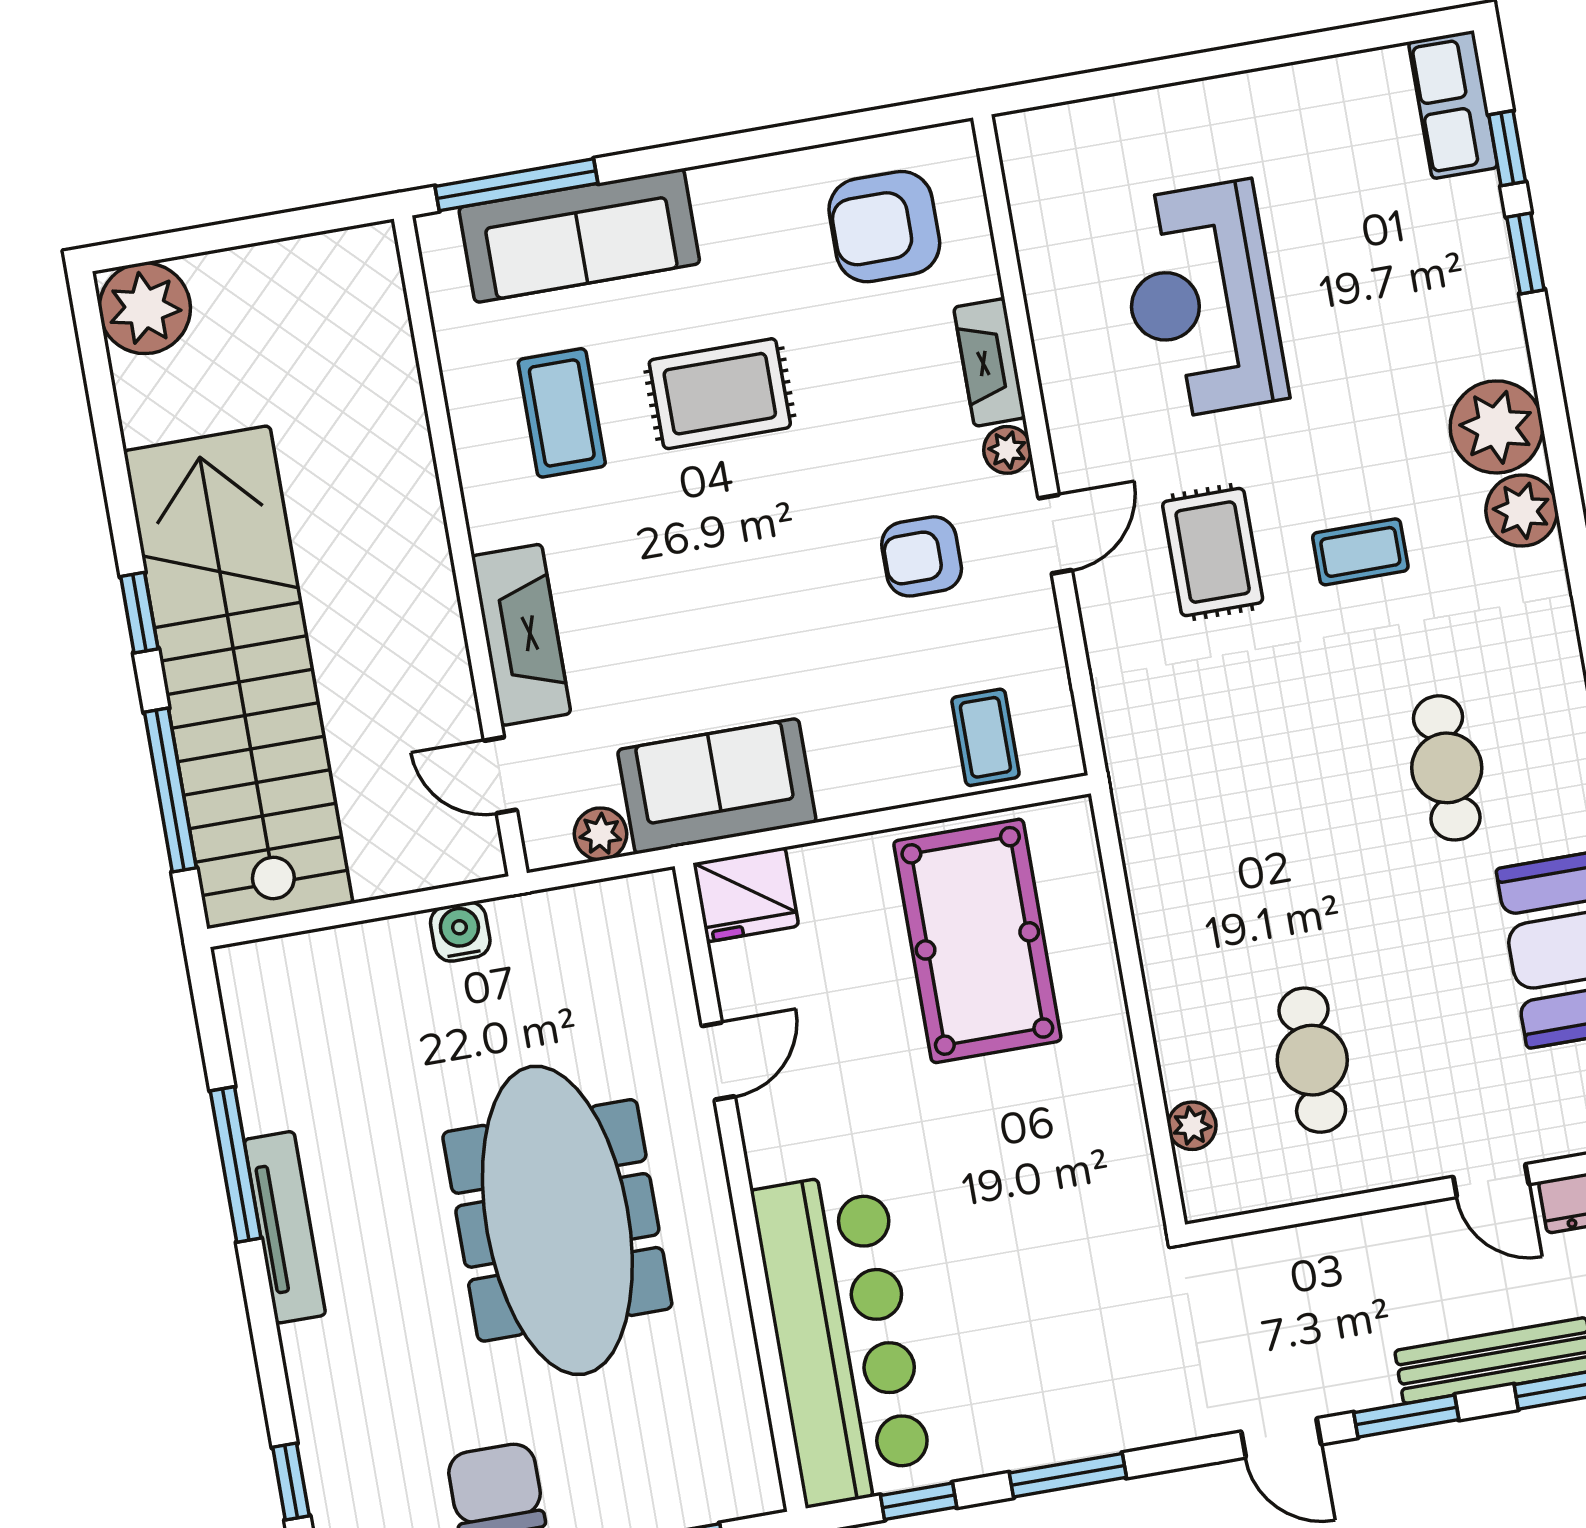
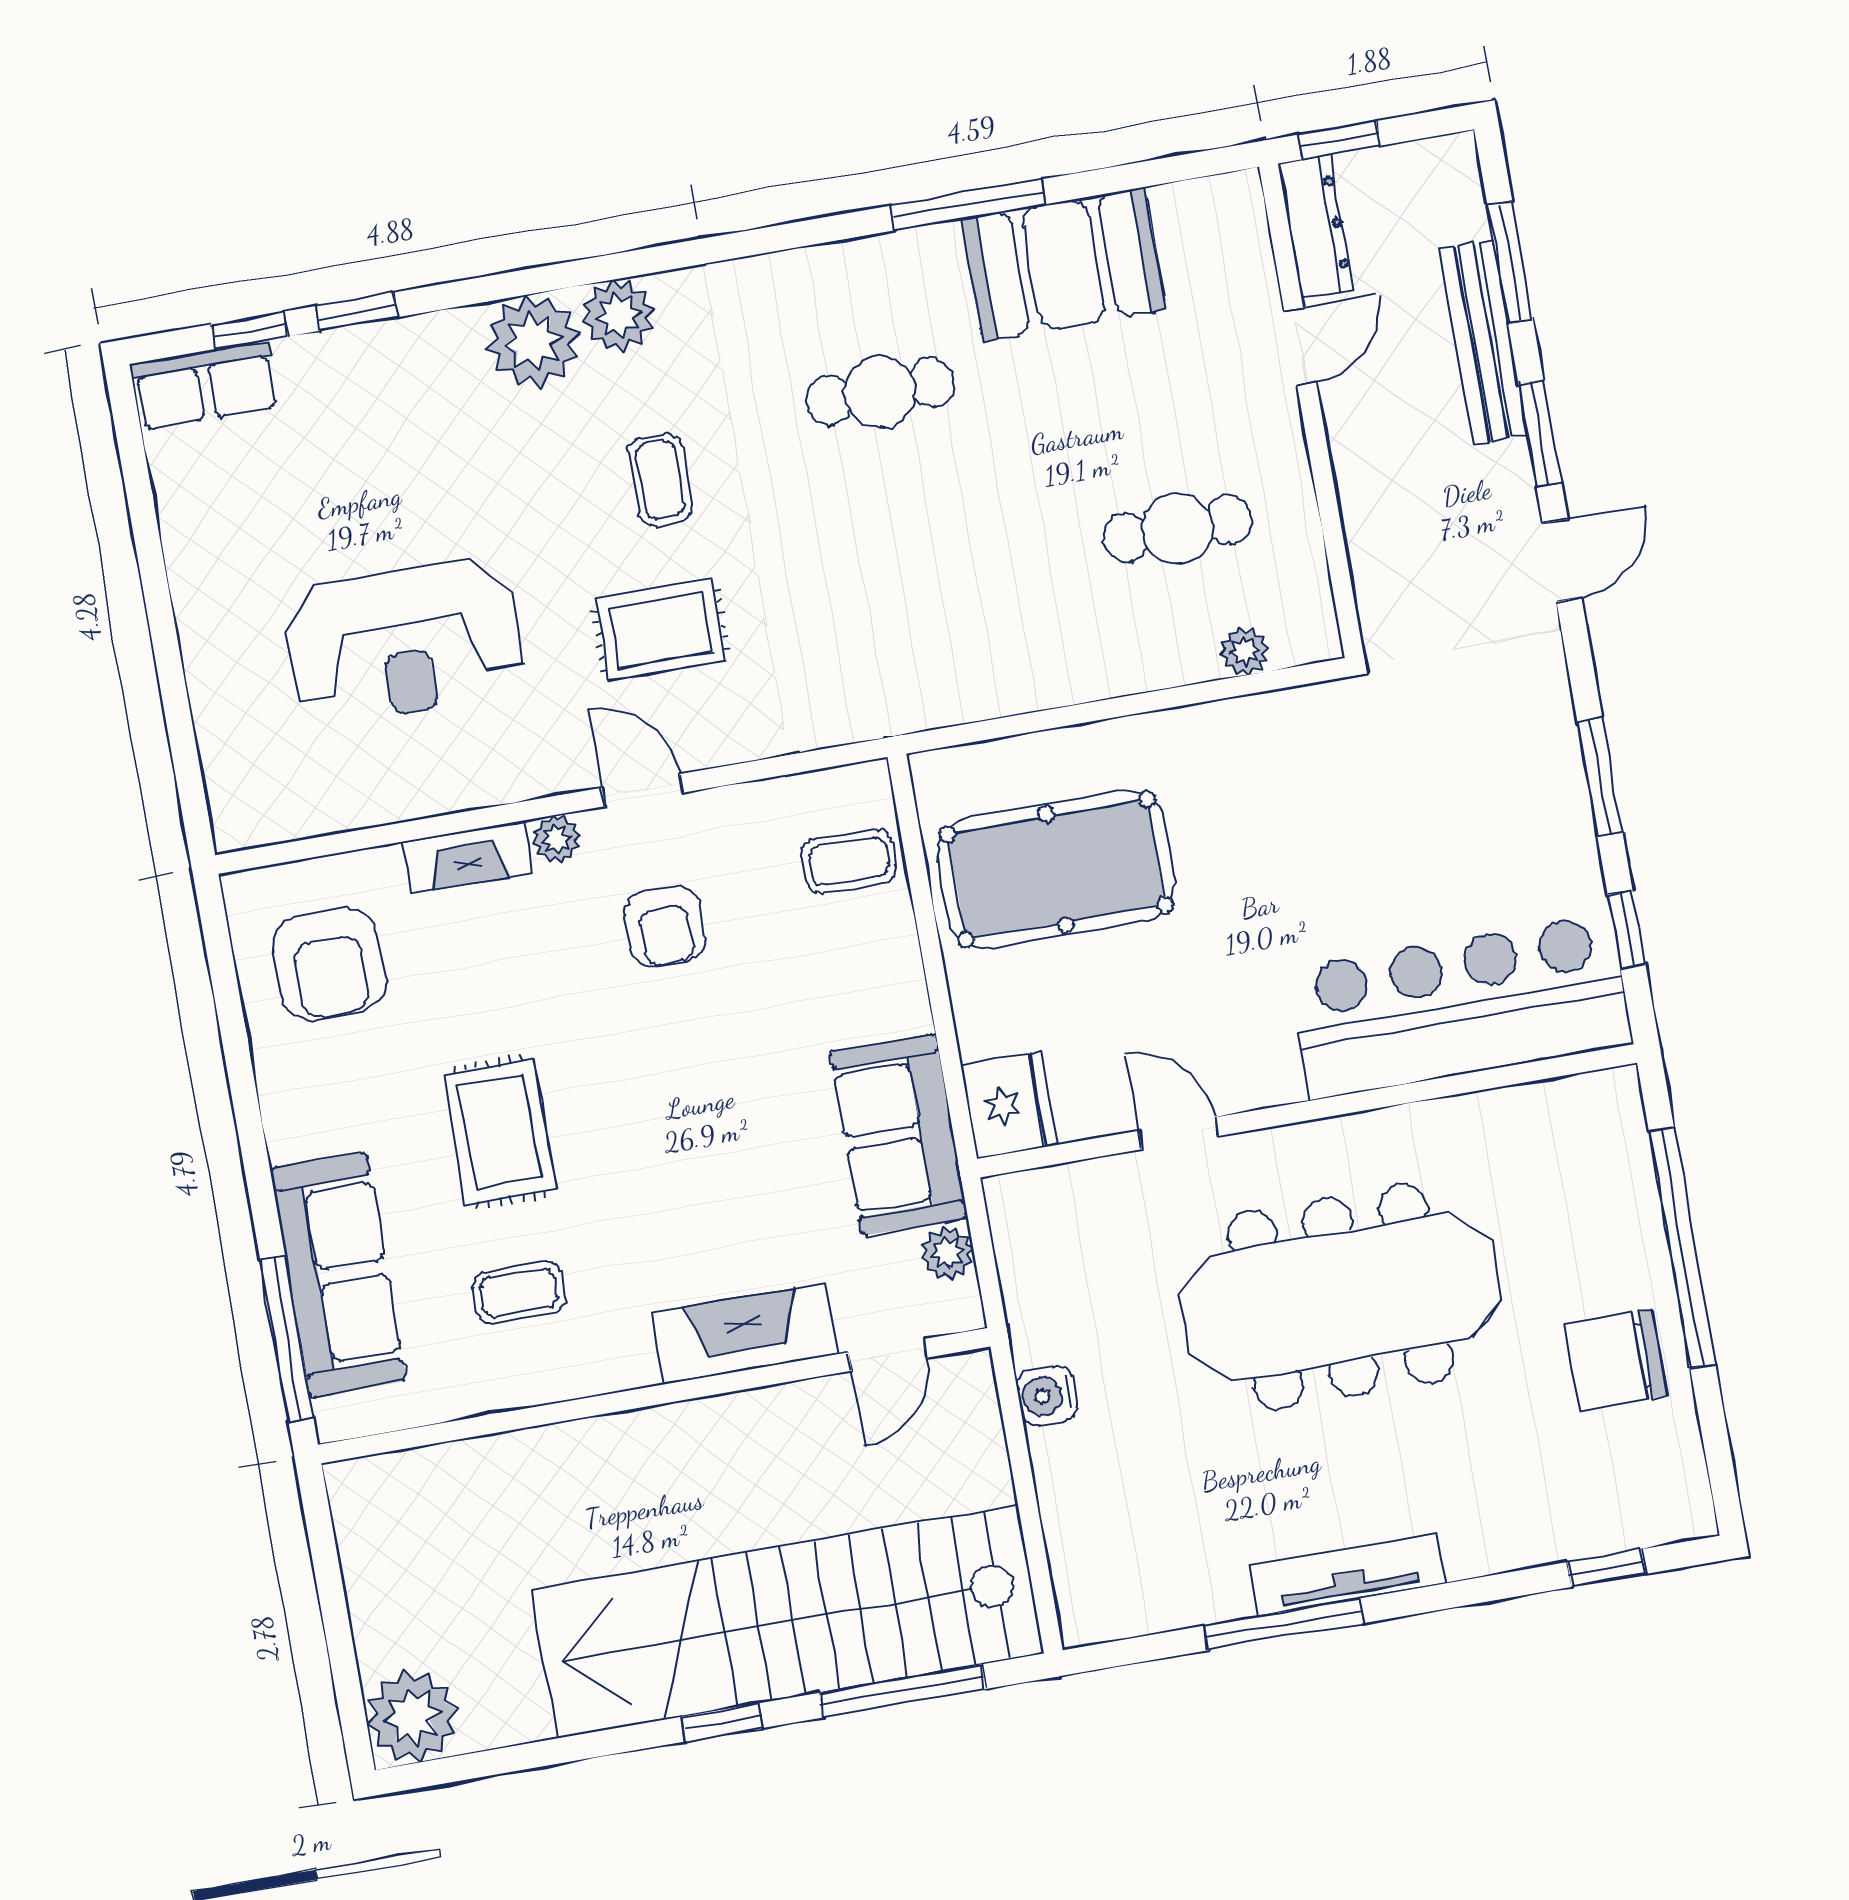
coffee table: (562, 413) -> (519, 1292), width x0.73, depth x0.77

